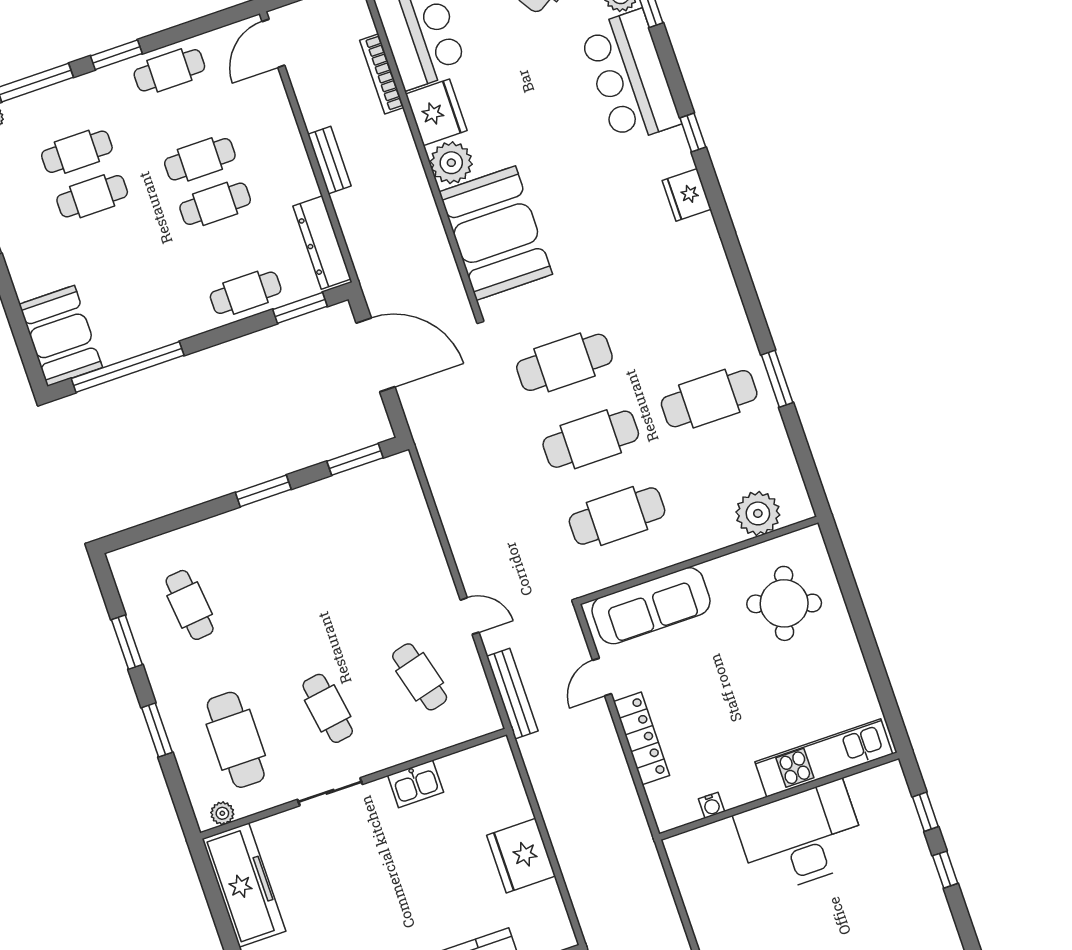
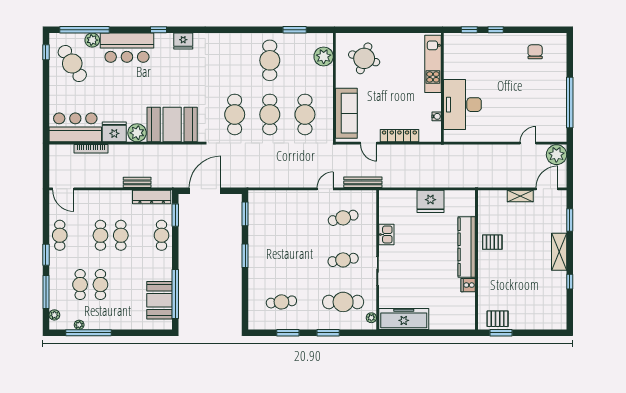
bench: (329, 160) -> (137, 182), moved
booth: (61, 336) -> (159, 300), moved, turned 90
window: (777, 379) -> (295, 30), moved
desk: (801, 838) -> (462, 105), moved

